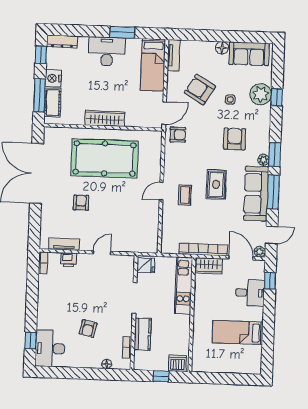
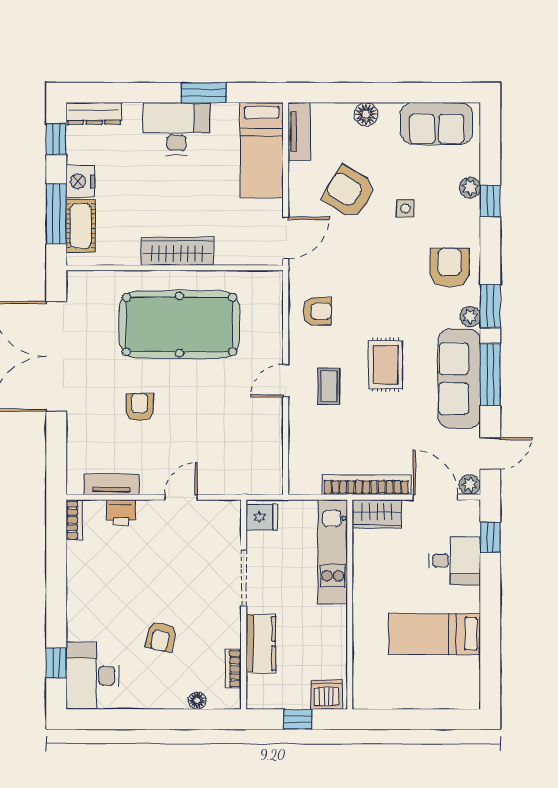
floor lamp: (222, 48) -> (366, 114), moved
plant: (261, 94) -> (470, 187), width x0.53, depth x0.53
armchair: (178, 135) -> (317, 311), moved
armchair: (235, 139) -> (449, 267), moved

